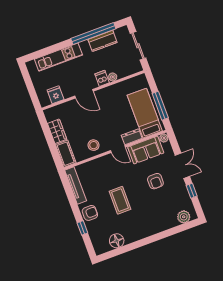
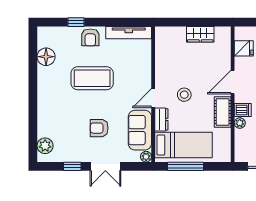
stool: (94, 145) -> (184, 95), moved
cot: (66, 154) -> (223, 112), moved, turned 90
coffee table: (120, 200) -> (92, 78), width x1.36, depth x1.32

